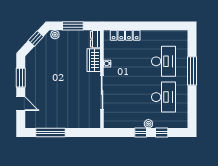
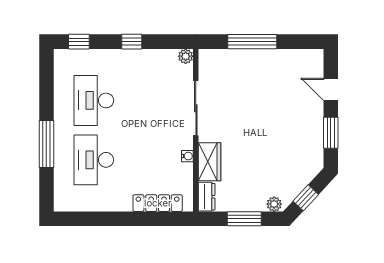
plant: (148, 124) -> (186, 56), moved
window: (50, 133) -> (252, 42), moved
window: (162, 133) -> (79, 42), moved

